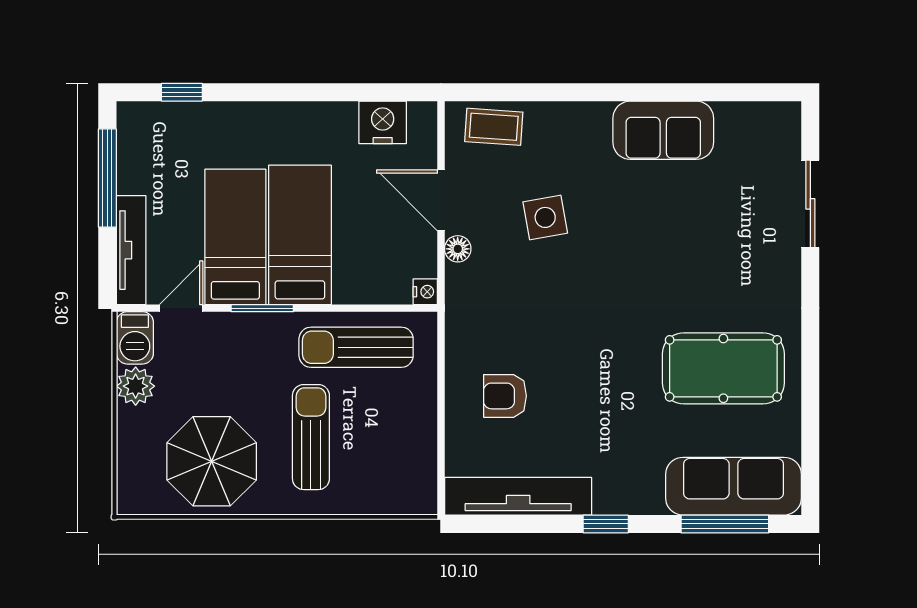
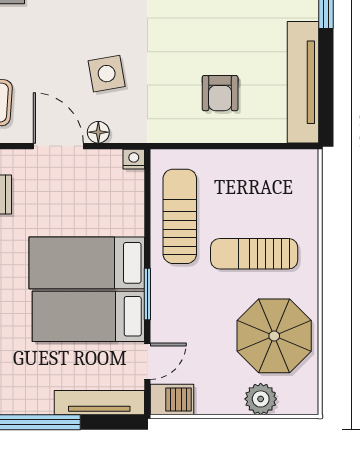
door: (441, 200) -> (58, 146), swing flipped
side table: (545, 217) -> (107, 74), moved
door: (181, 308) -> (147, 361), swing flipped
sun lounger: (356, 347) -> (180, 216), turned 180
plant: (136, 386) -> (261, 399), moved

